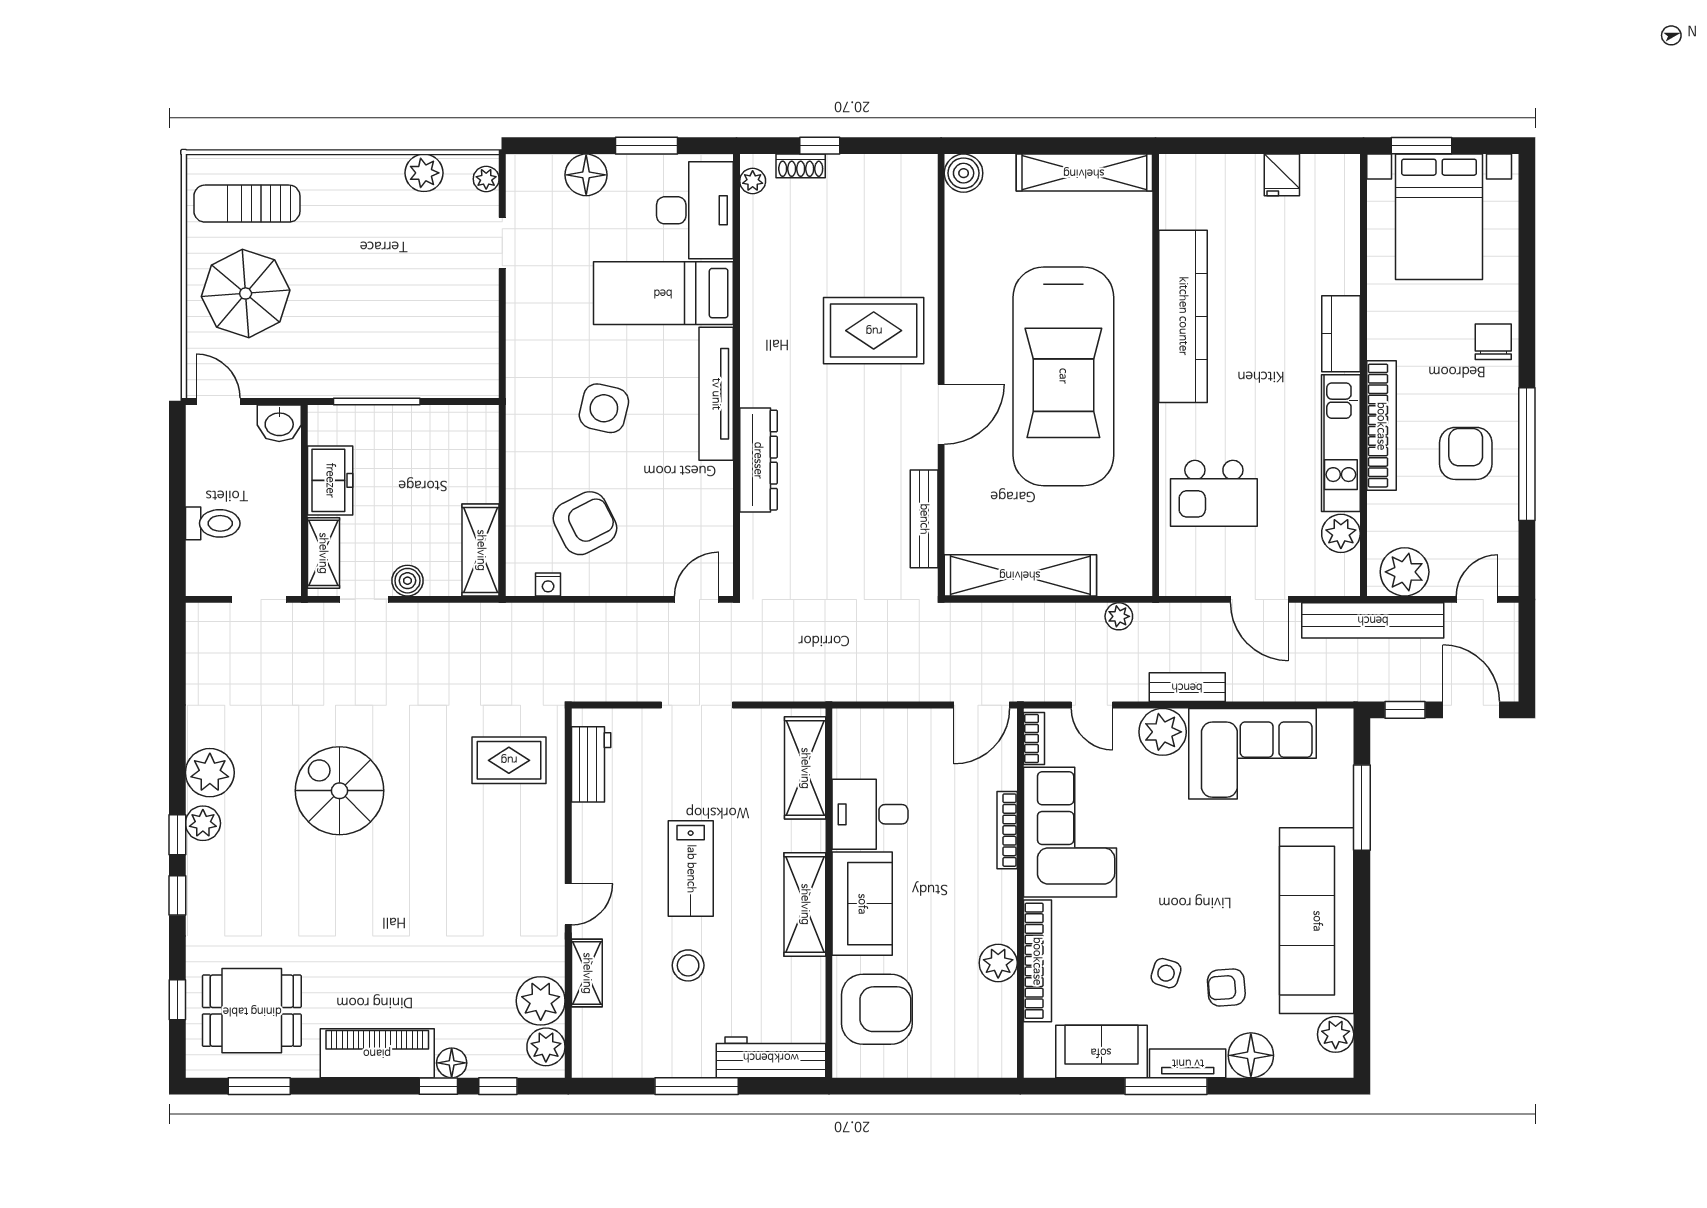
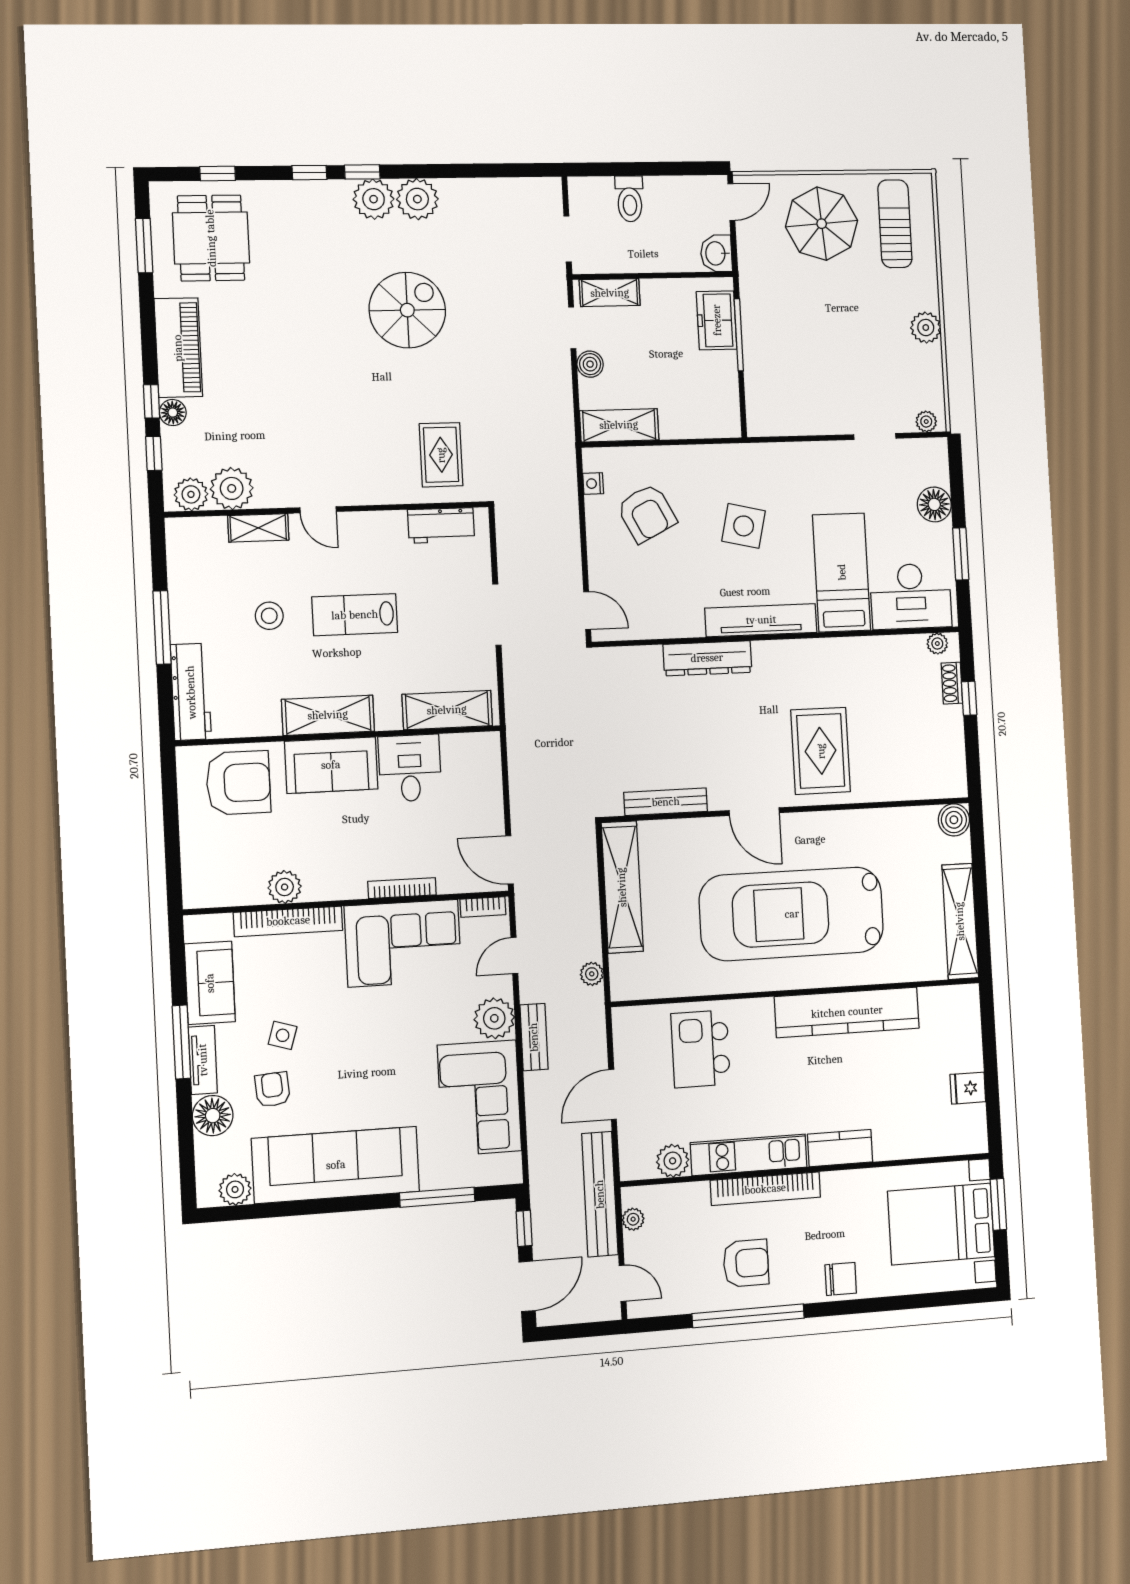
plant: (424, 173) -> (926, 328), moved
freezer: (330, 480) -> (717, 320), moved, turned 90
plant: (1405, 572) -> (633, 1219), width x0.53, depth x0.53
plant: (203, 823) -> (374, 199), width x1.36, depth x1.36
armchair: (877, 1009) -> (238, 783), turned -90

